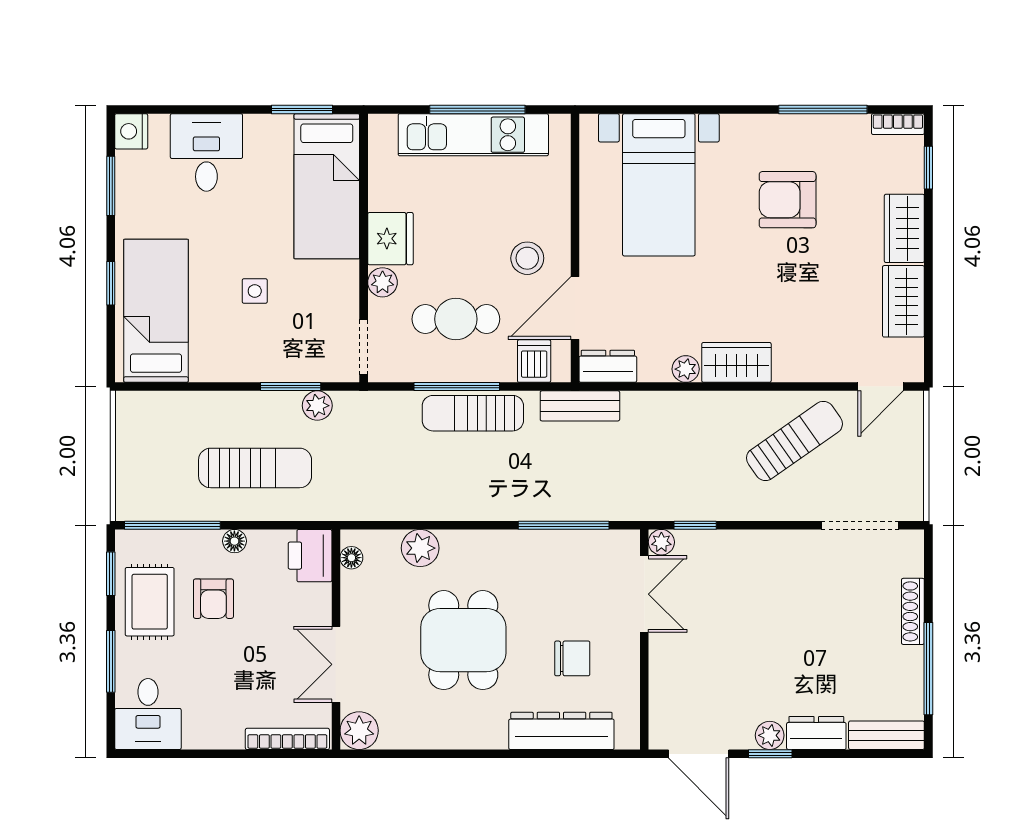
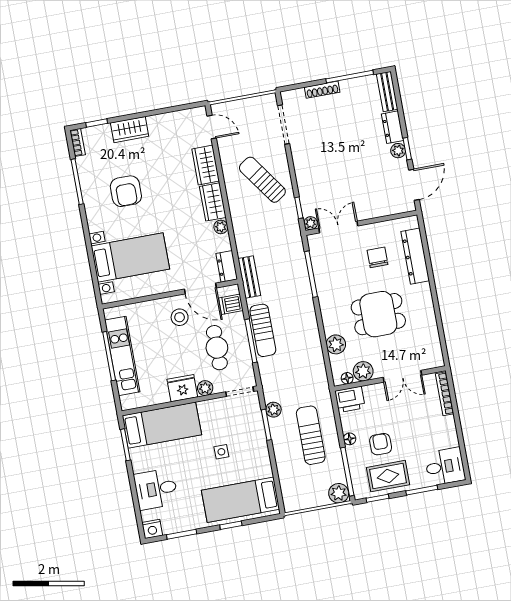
wardrobe: (903, 301) -> (206, 165), moved, turned 90
sun lounger: (794, 441) -> (262, 180), moved
plant: (134, 501) -> (339, 493), added
armchair: (213, 599) -> (381, 444), turned -90
plant: (359, 731) -> (363, 371), moved

